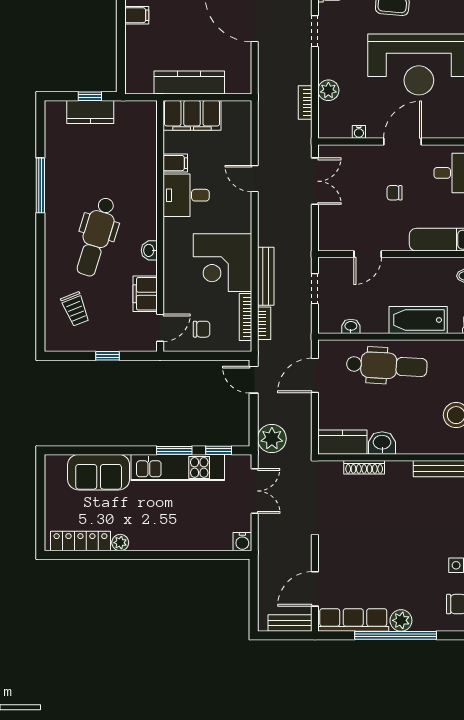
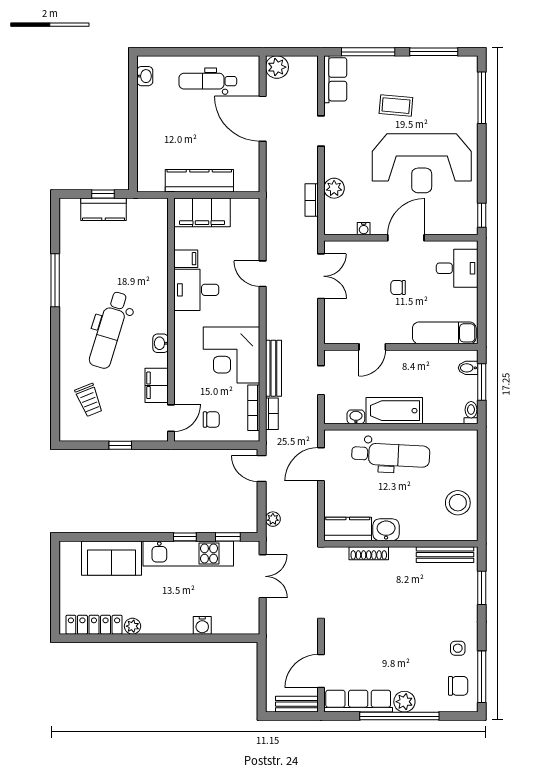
filing cabinet: (137, 15) -> (149, 116), removed
bathtub: (418, 320) -> (394, 411), moved
plant: (272, 439) -> (273, 519), width x0.53, depth x0.53
window: (174, 450) -> (185, 537), width x0.67
water cooler: (242, 542) -> (202, 625), moved

